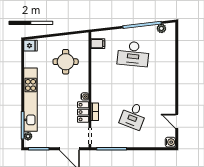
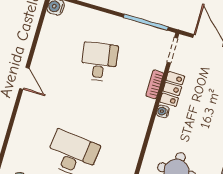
desk: (133, 116) -> (99, 62), turned -30
door: (177, 121) -> (24, 78), moved

